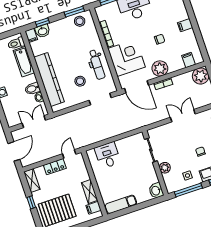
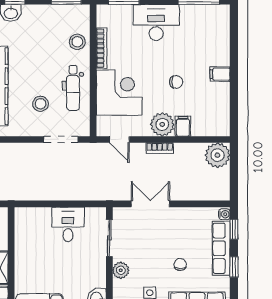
stool: (80, 21) -> (77, 42), moved
filing cabinet: (188, 60) -> (183, 126), moved
door: (136, 87) -> (119, 139), width x0.53
double door: (183, 116) -> (150, 204), moved
desk: (108, 155) -> (68, 224), moved

